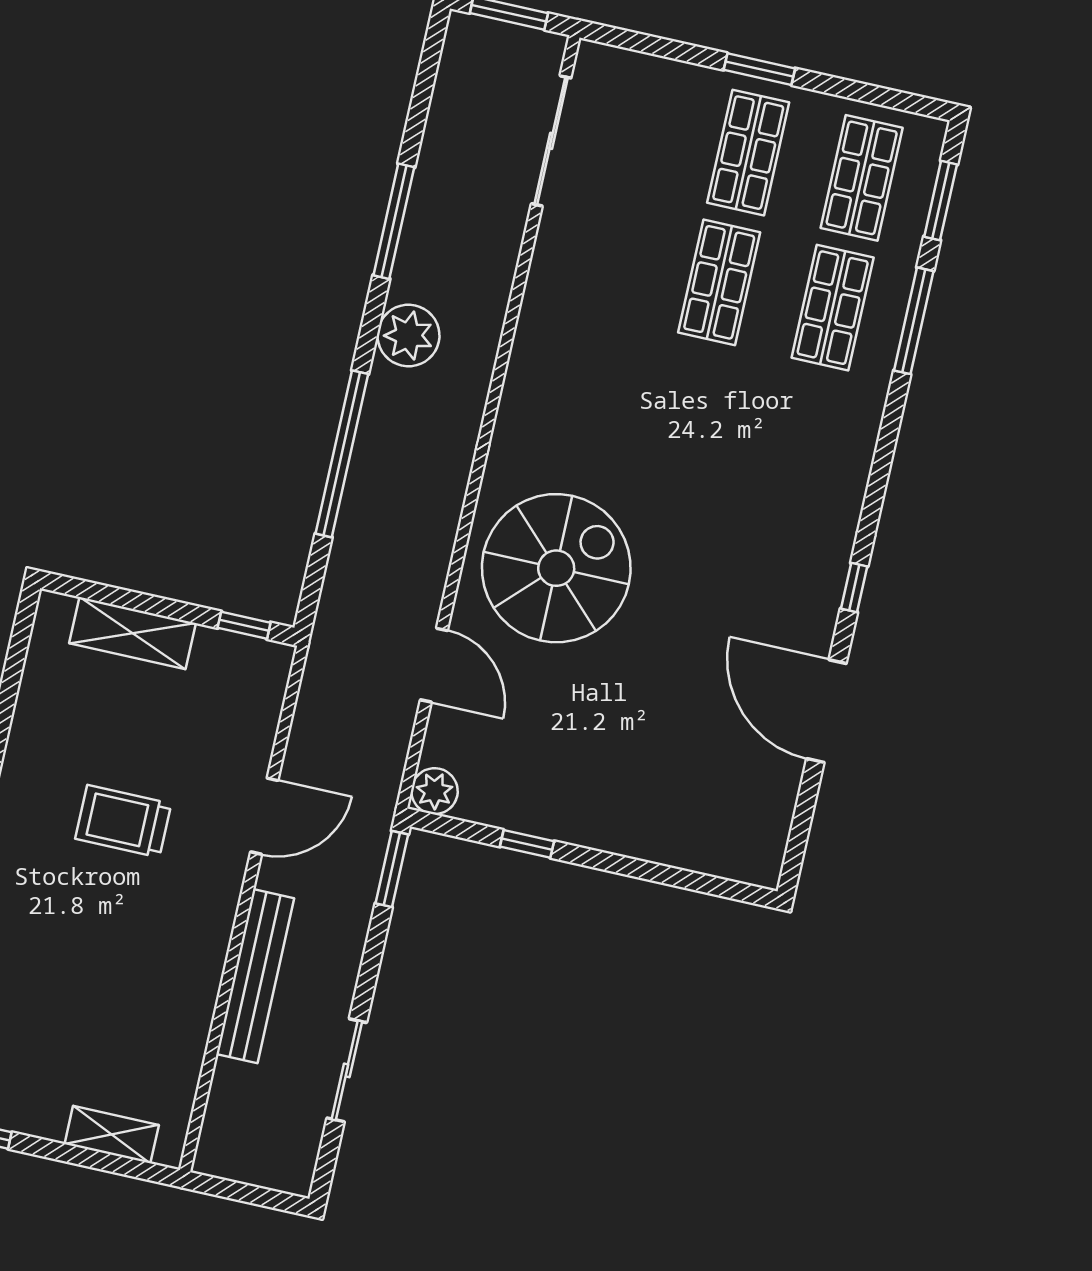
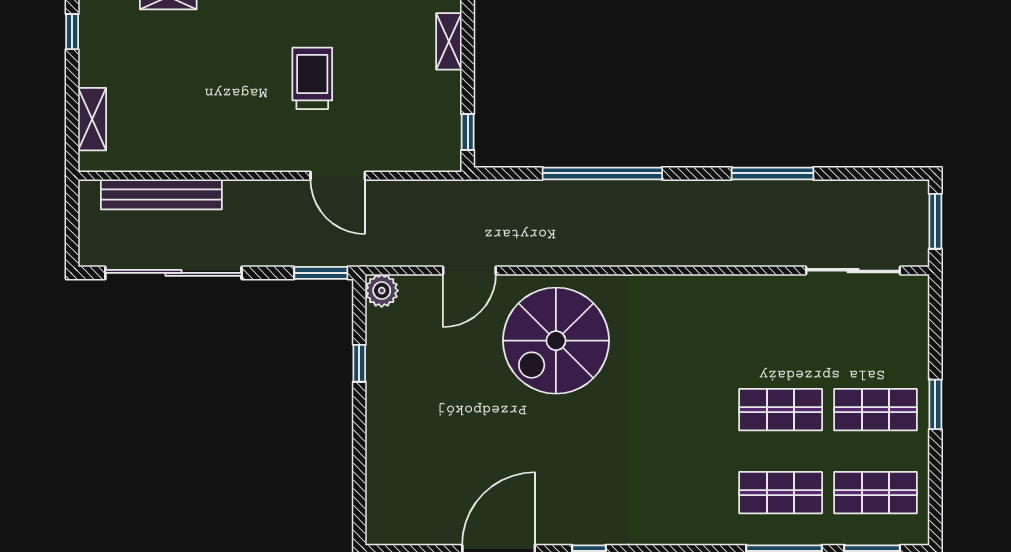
plant: (408, 335) -> (695, 201), removed
spiral stairs: (556, 568) -> (556, 341), turned 90
shelving: (133, 633) -> (449, 41), width x0.67, depth x0.75
bench: (255, 976) -> (161, 194), moved
sliding door: (347, 1070) -> (173, 273), width x1.86

